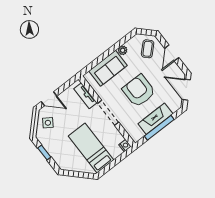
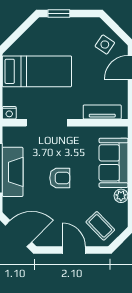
armchair: (139, 91) -> (60, 178), width x0.53, depth x0.53
doorway: (108, 113) -> (47, 123), moved
window: (44, 153) -> (59, 14), moved

